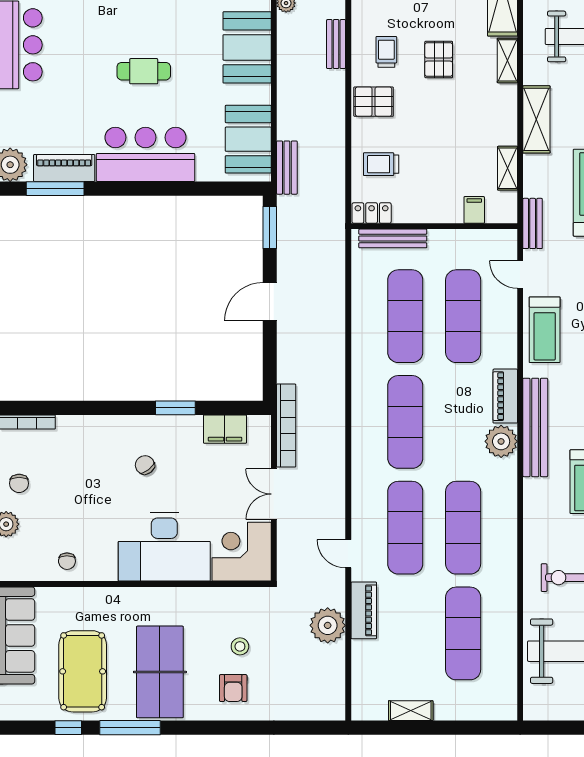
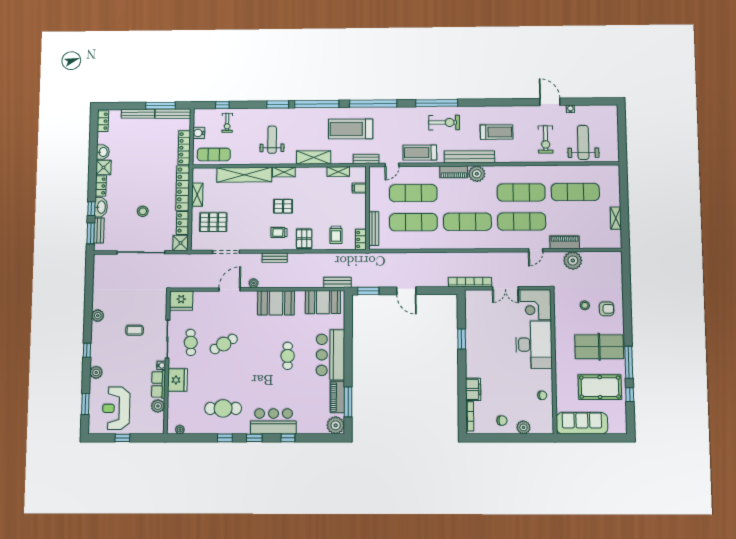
treadmill: (545, 330) -> (420, 153), turned 180
filing cabinet: (225, 429) -> (473, 389), moved
chair: (145, 465) -> (491, 355), removed

